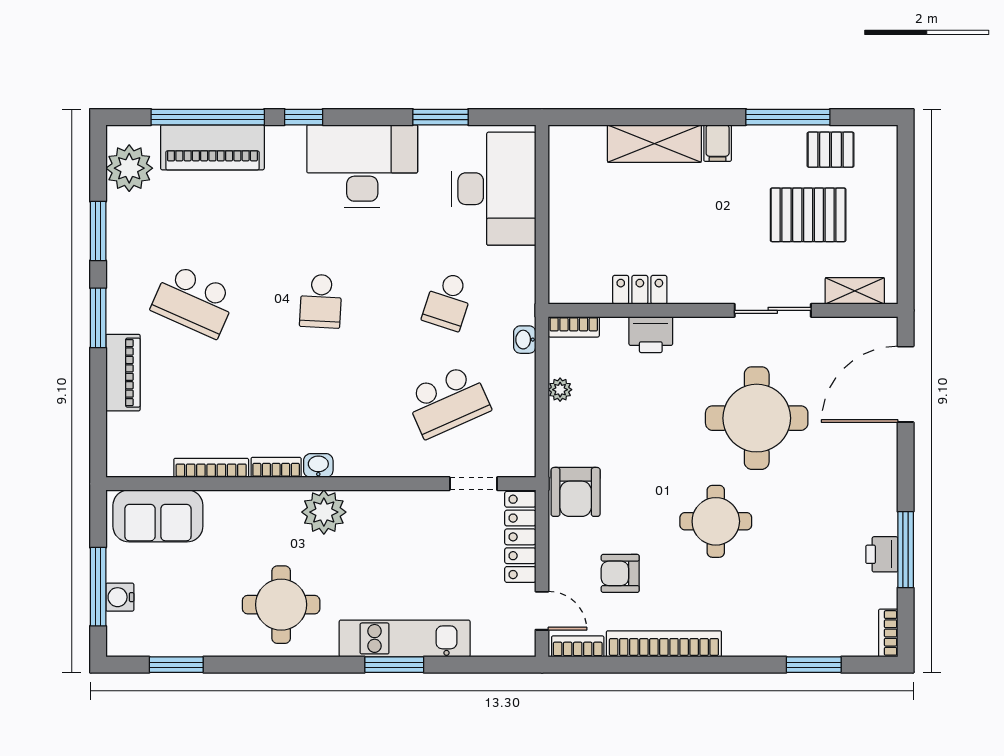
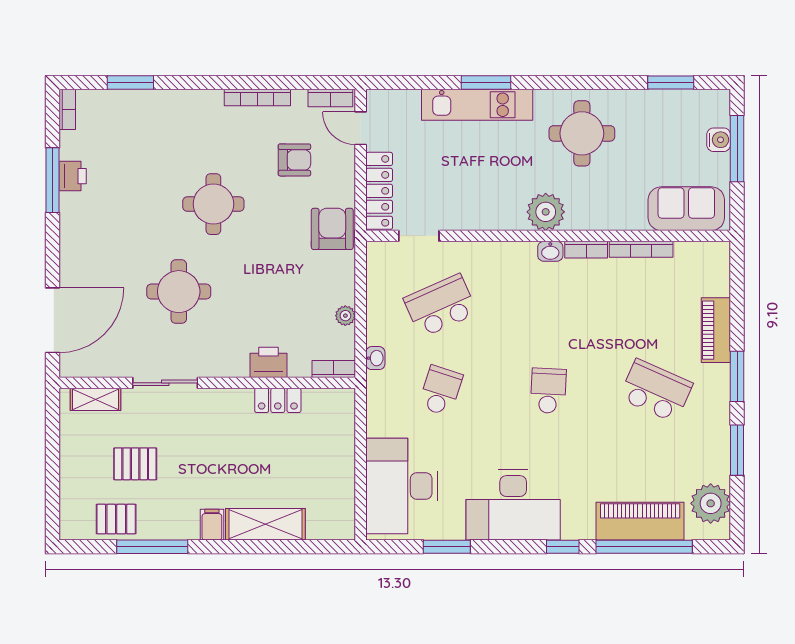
pallet: (808, 215) -> (135, 464), width x0.67, depth x0.71
round table: (757, 418) -> (179, 292), width x0.73, depth x0.73
bookcase: (664, 644) -> (257, 98), width x0.68, depth x0.76

